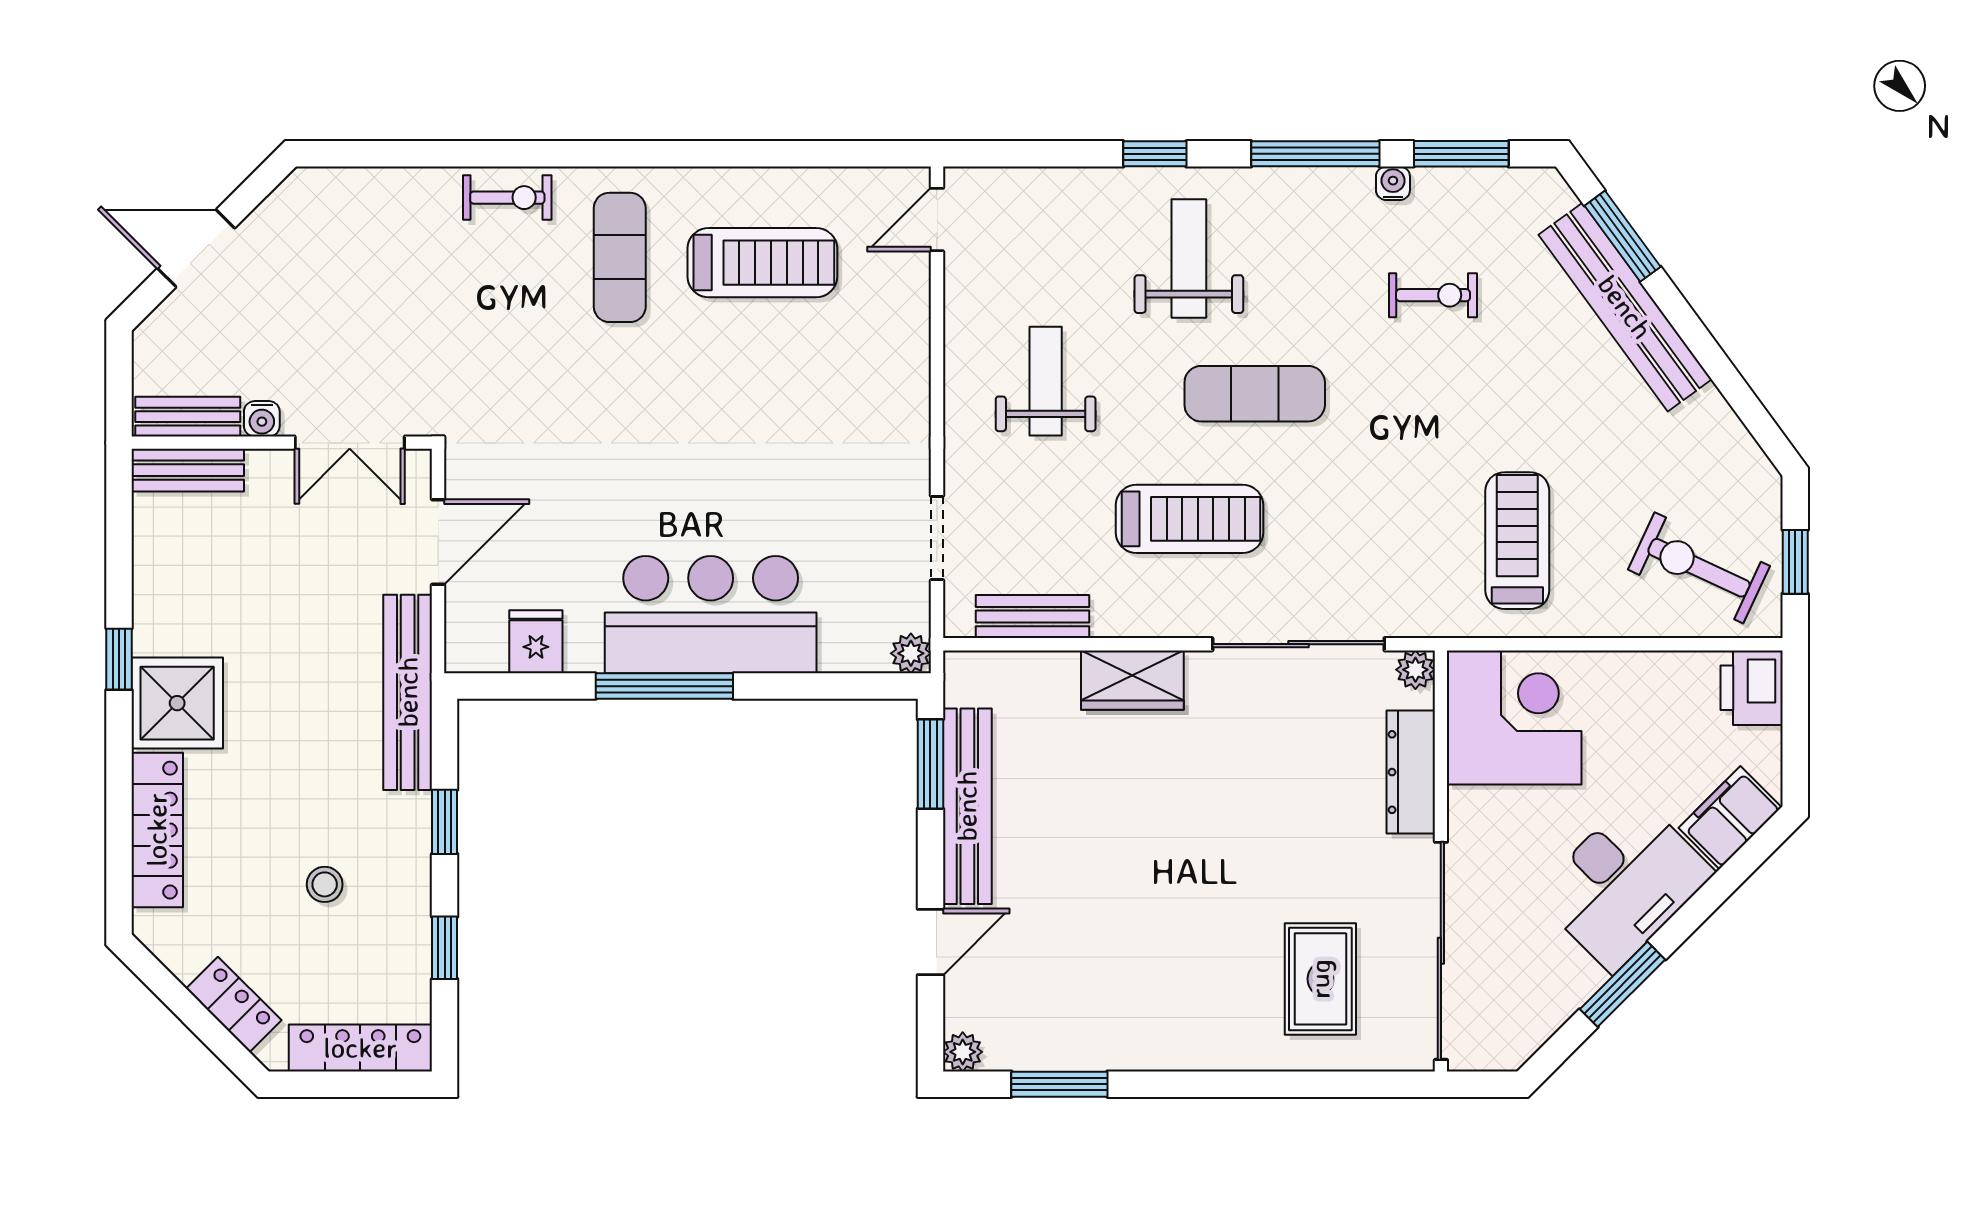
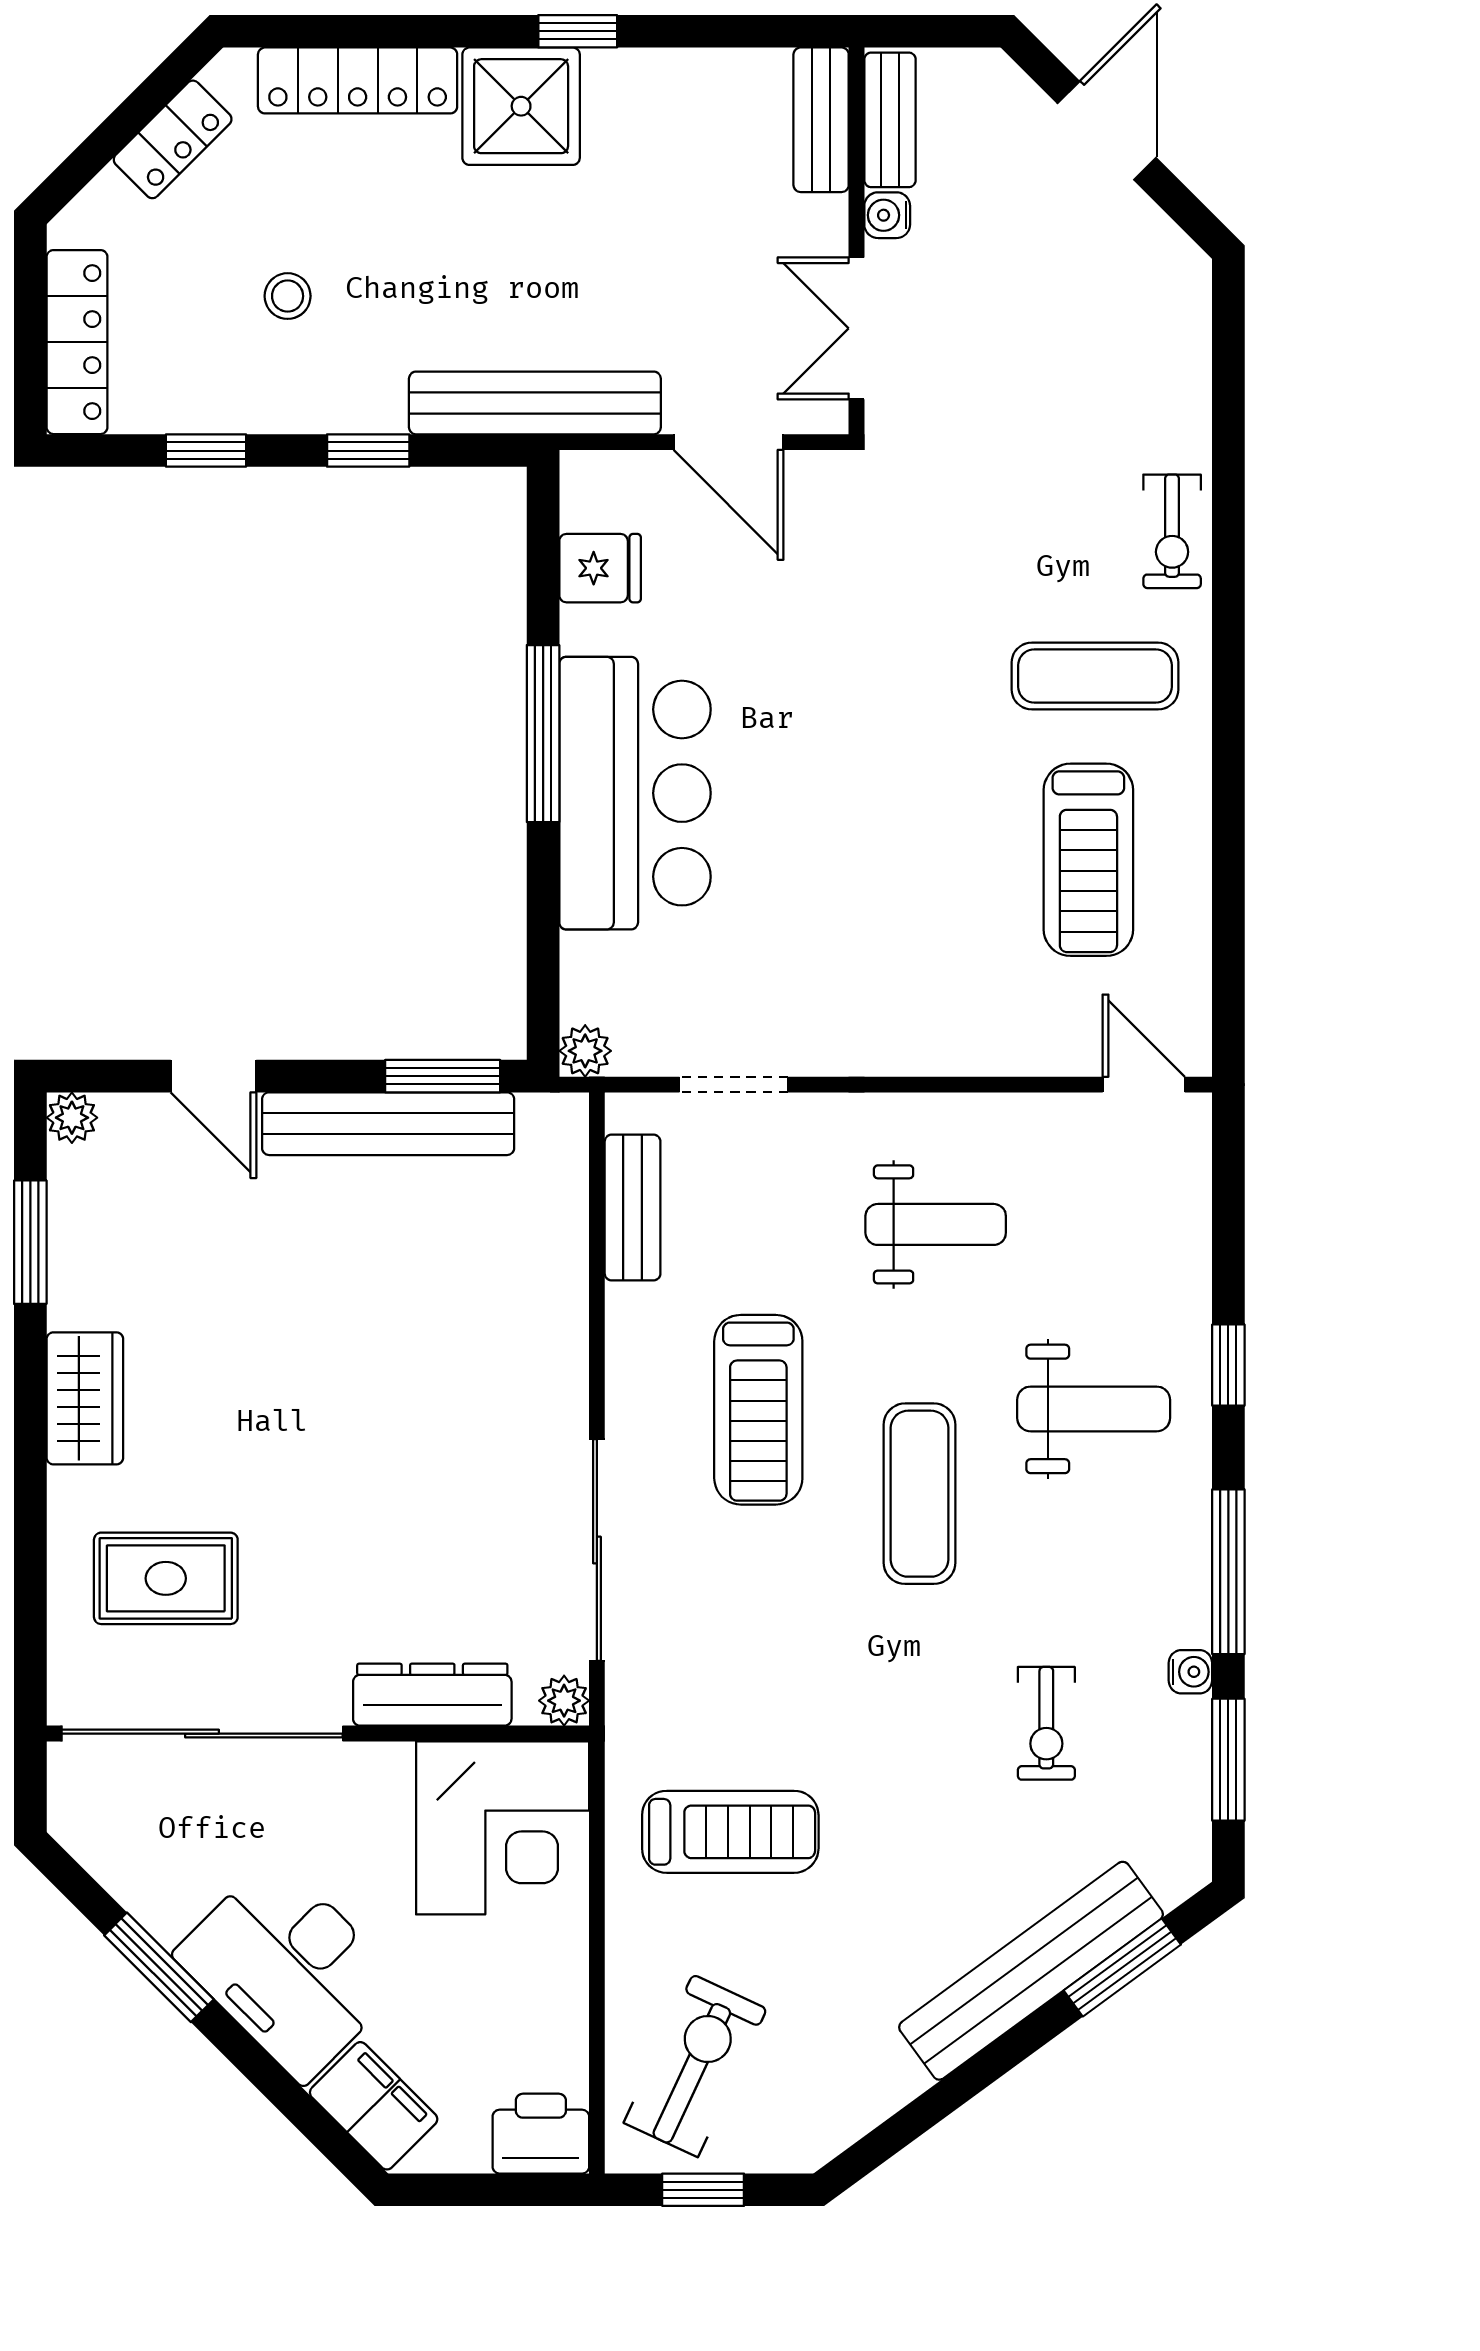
wardrobe: (1132, 680) -> (85, 1398), moved, turned 180
locker: (234, 1004) -> (173, 139), moved

